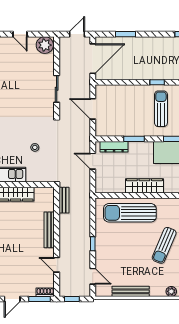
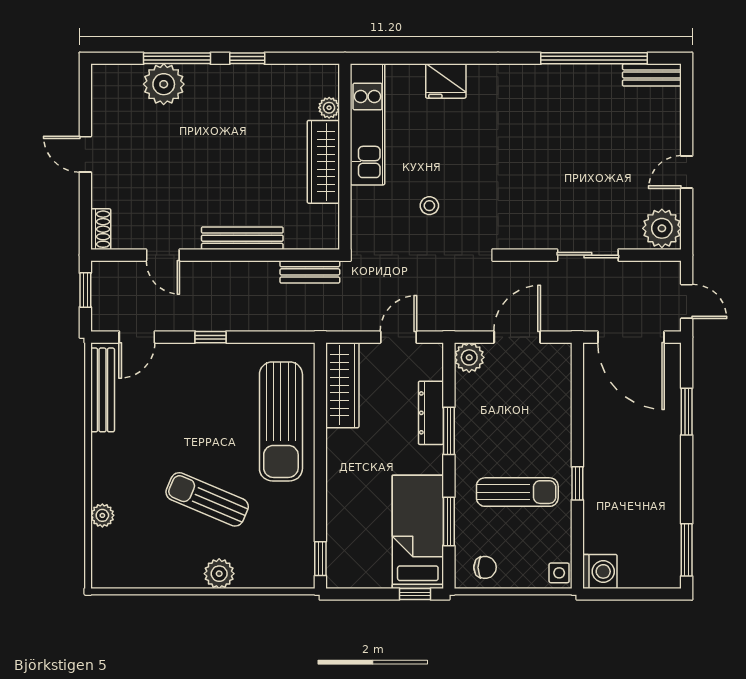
sliding door: (57, 89) -> (588, 255), moved
plant: (102, 130) -> (469, 357), added
dresser: (114, 147) -> (431, 413), moved
wardrobe: (144, 186) -> (342, 385), moved
sun lounger: (130, 213) -> (281, 421), turned 180
door: (57, 265) -> (163, 255), swing flipped
bench: (131, 291) -> (103, 390), moved
window: (39, 299) -> (85, 216), removed

